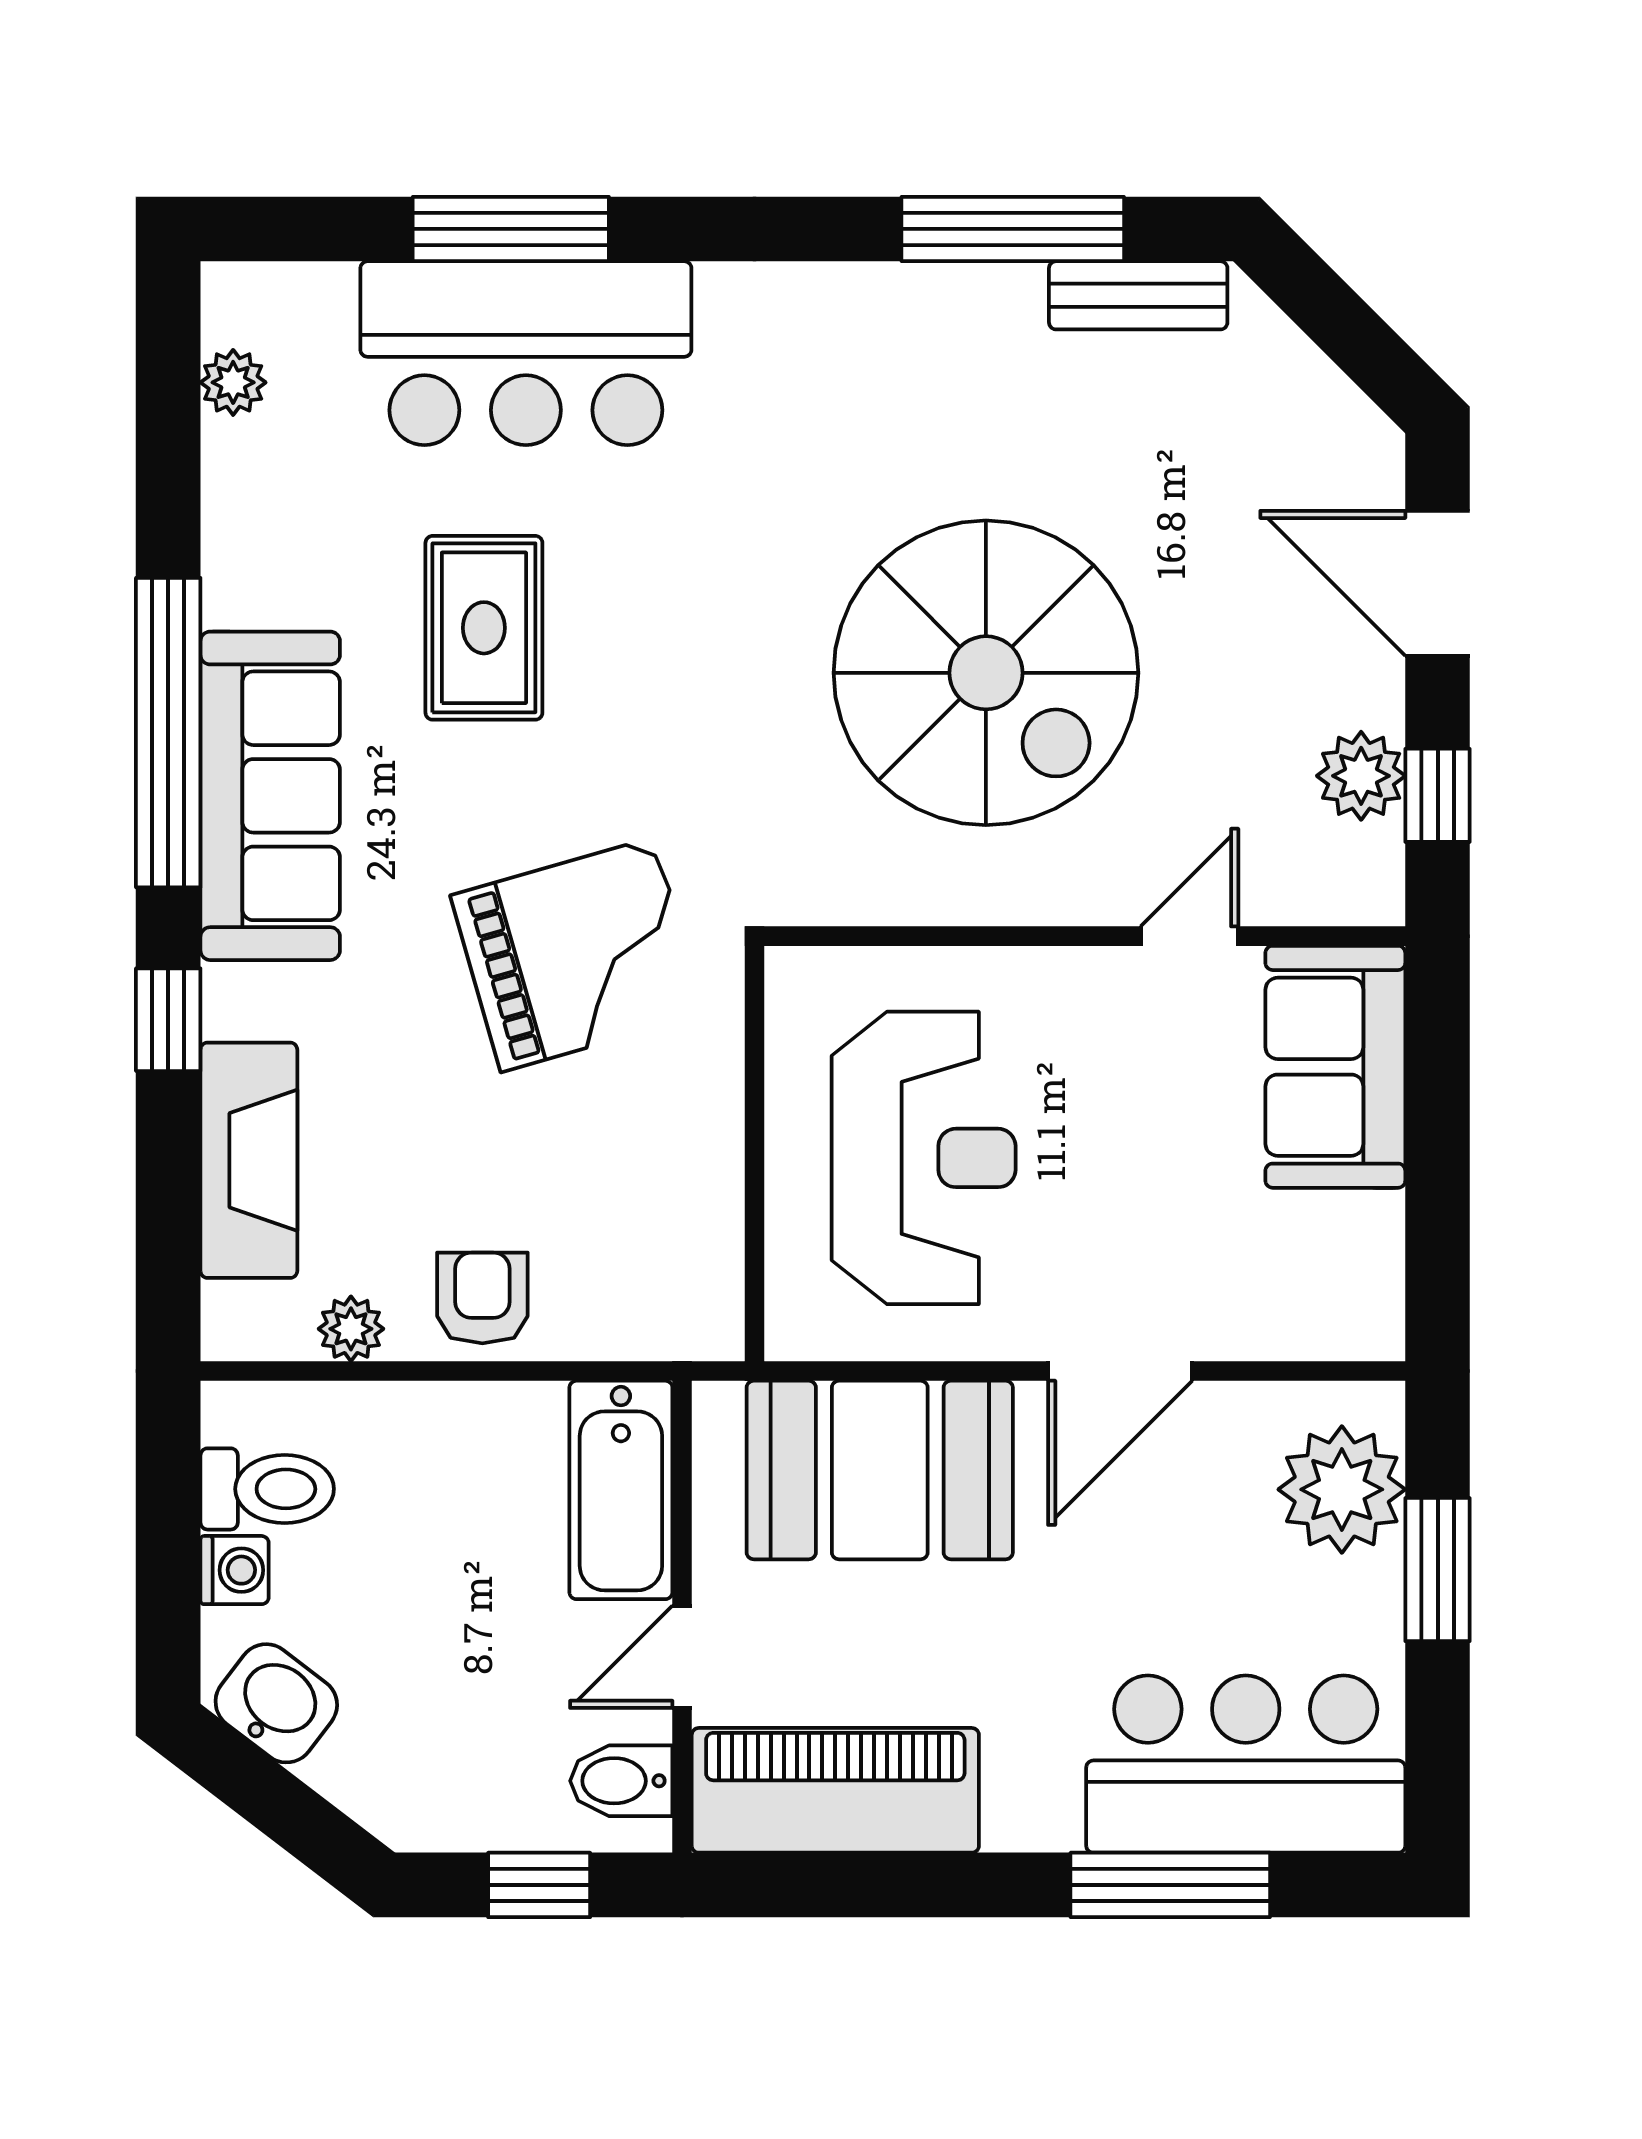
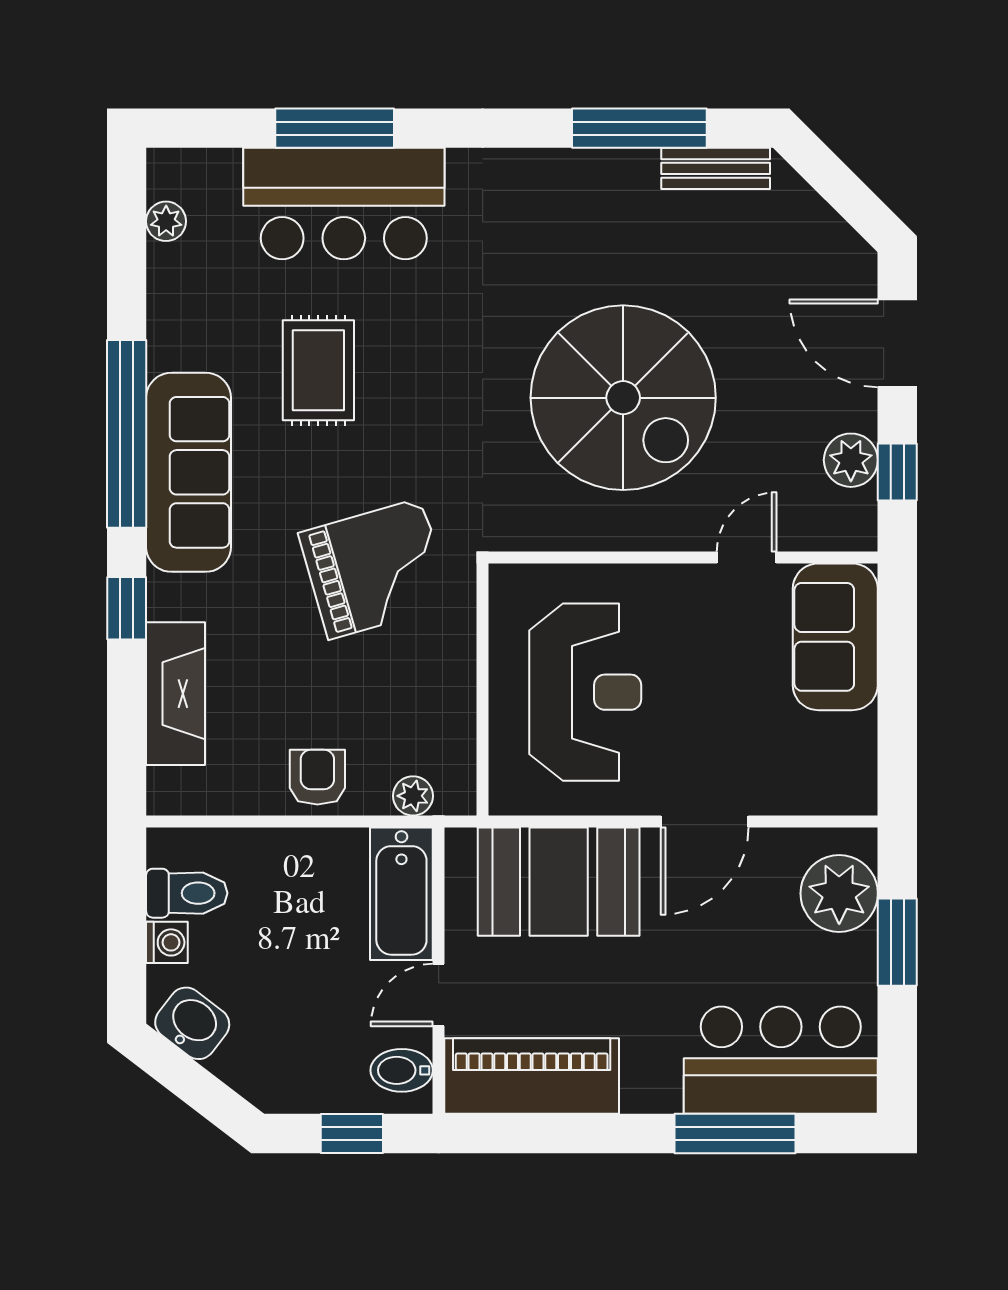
plant: (351, 1329) -> (413, 796), moved

